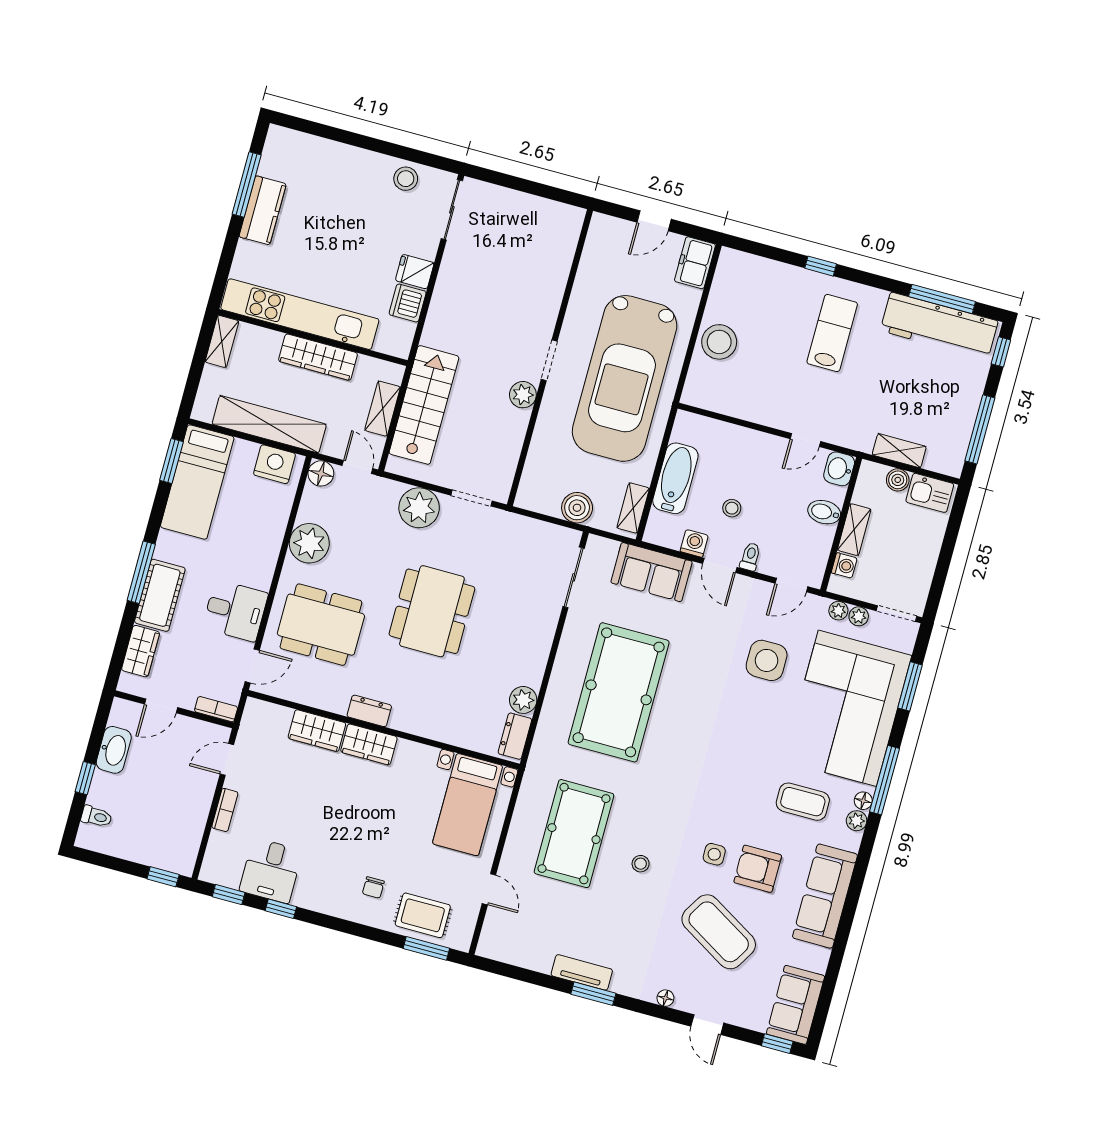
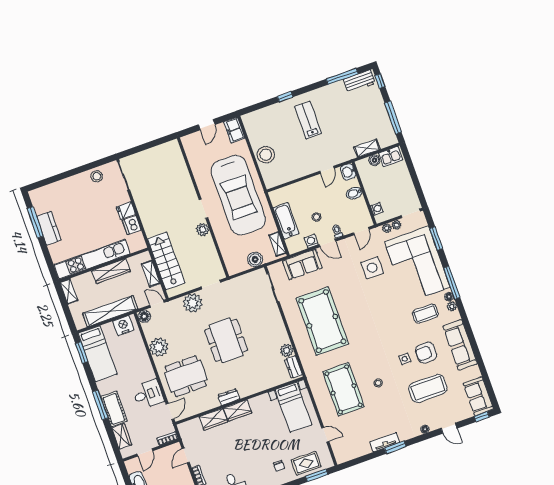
workbench: (939, 326) -> (359, 81), width x0.53, depth x0.76
shelving: (854, 530) -> (371, 192), removed
coffee table: (719, 932) -> (428, 388), turned -31

